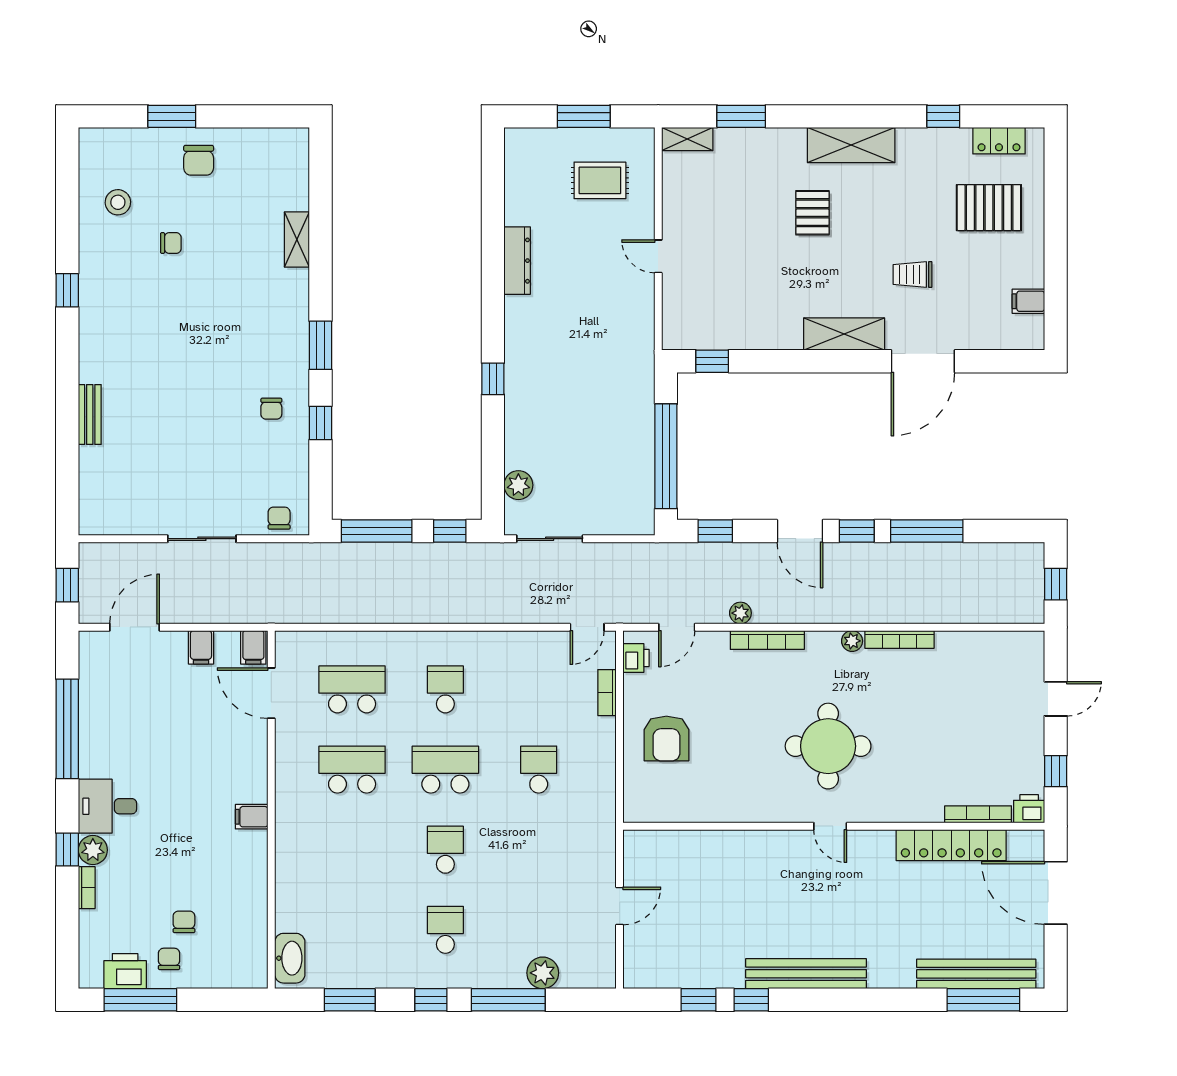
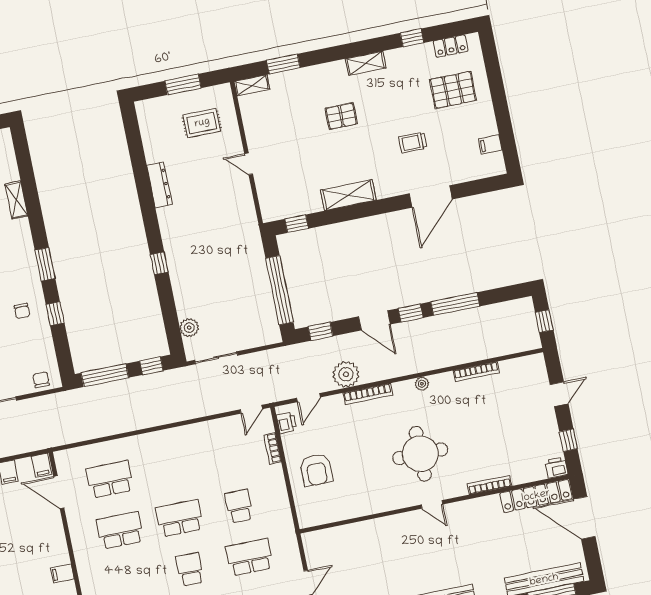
shelving: (851, 145) -> (366, 63), width x0.67, depth x0.75
pallet: (812, 213) -> (341, 116), turned 90
shelving: (844, 334) -> (348, 195), moved
plant: (740, 613) -> (346, 374), width x1.88, depth x1.88
bookcase: (899, 639) -> (476, 372), moved
school desk: (445, 689) -> (249, 557), moved, width x1.85
bookcase: (978, 814) -> (489, 485), moved
locker: (951, 845) -> (536, 496), moved

